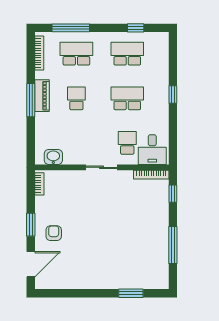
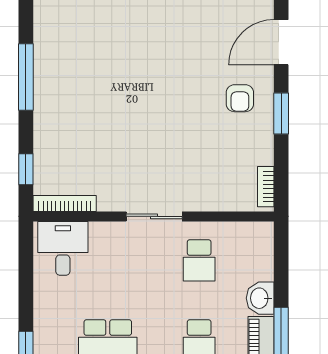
school desk: (127, 143) -> (199, 260), moved
washbasin: (53, 157) -> (260, 298), moved, turned 90

